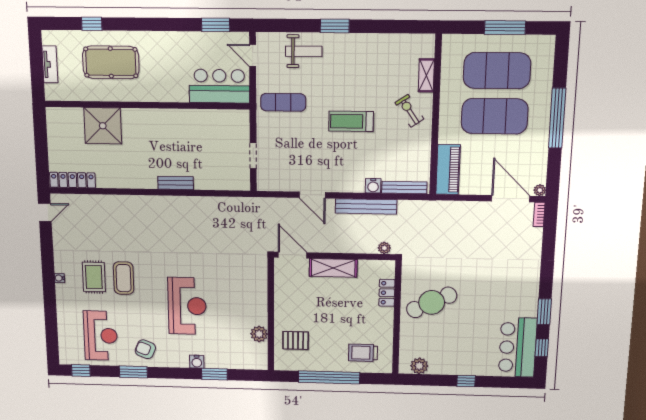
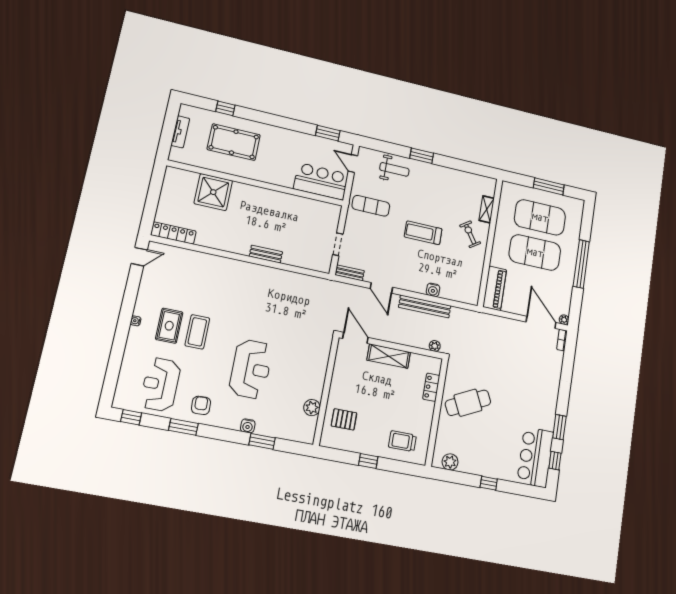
bench: (404, 188) -> (350, 273), moved, width x0.73
reception desk: (101, 336) -> (160, 384), turned 180
armchair: (145, 349) -> (201, 405), turned 65
window: (329, 377) -> (368, 461), width x0.32

